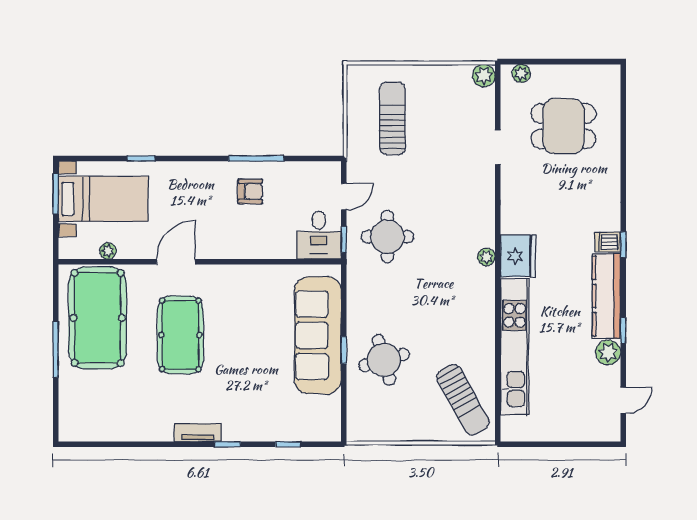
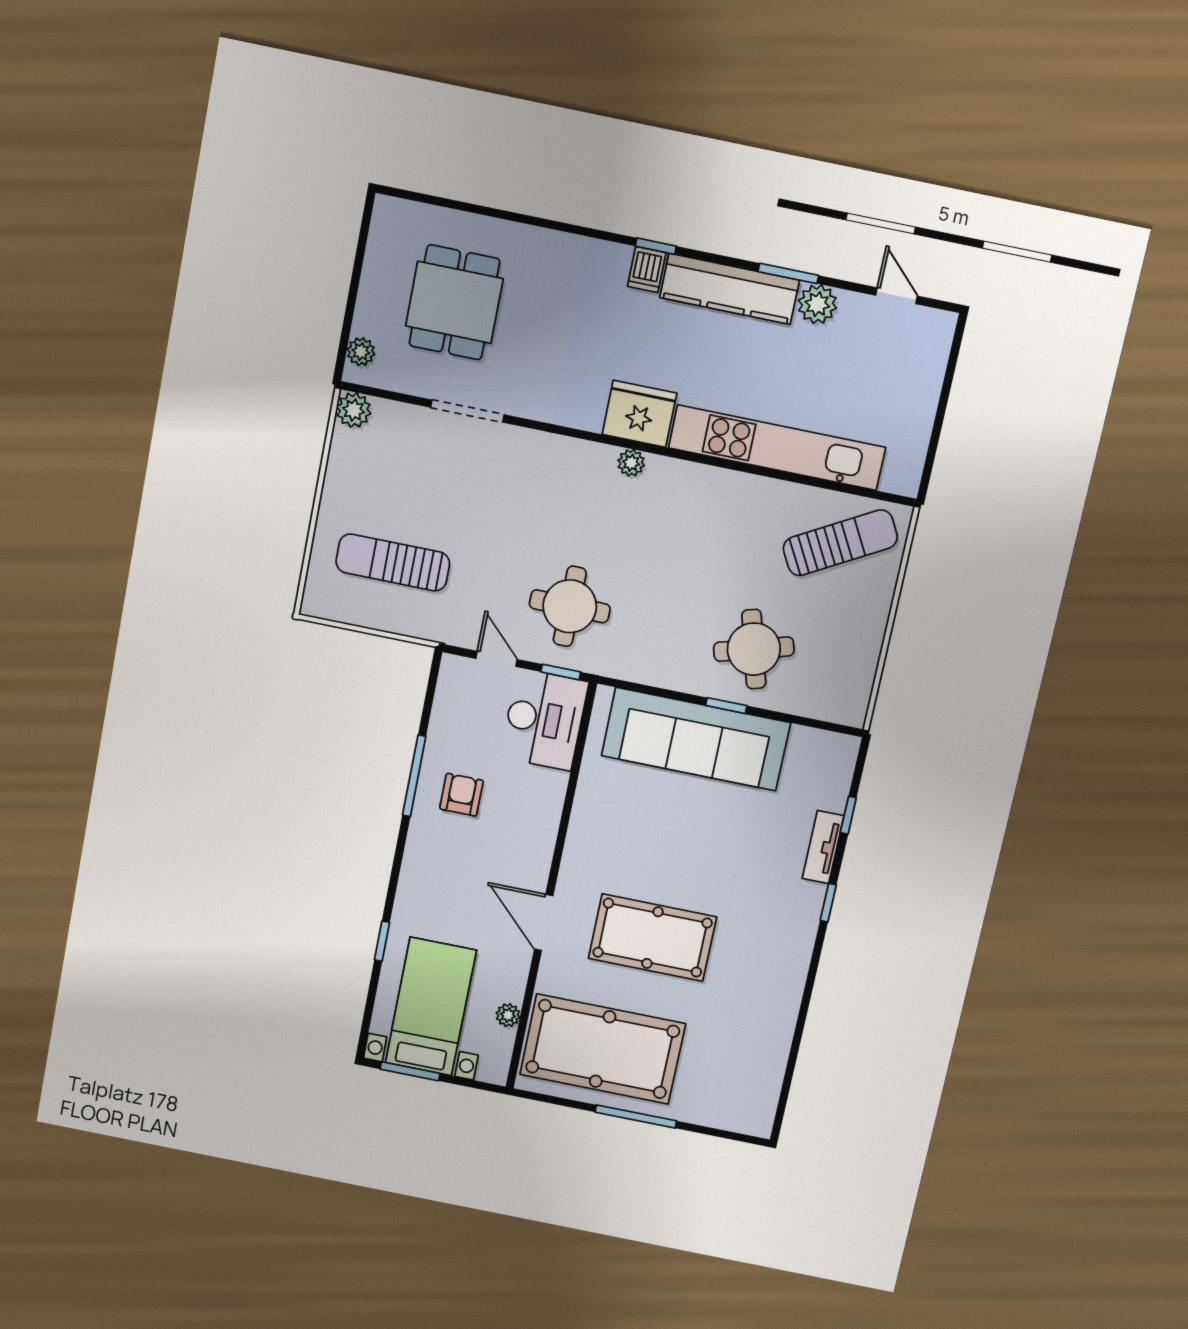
doorway: (498, 147) -> (467, 411), width x1.38
desk: (319, 235) -> (544, 720), width x1.37
window: (623, 330) -> (788, 273), width x1.50
tv unit: (198, 433) -> (823, 847), moved

